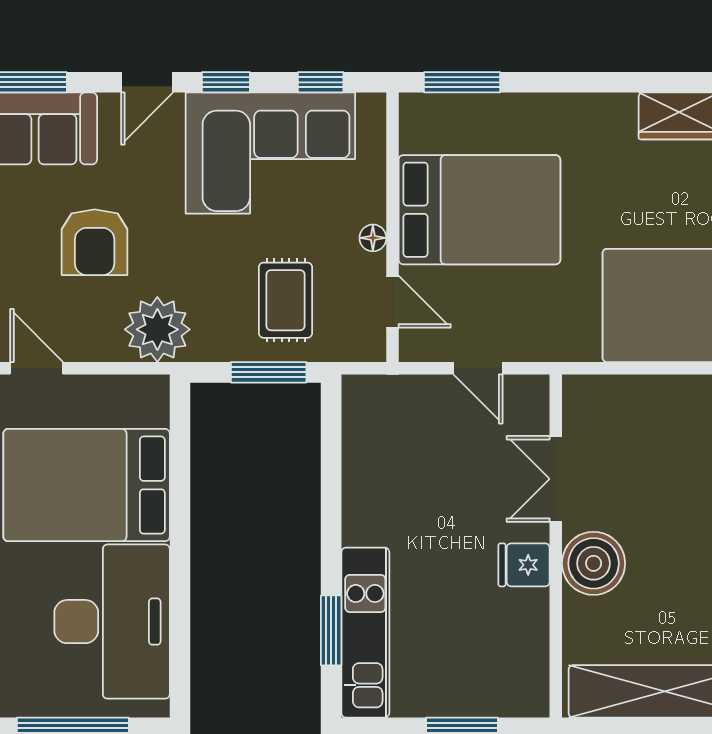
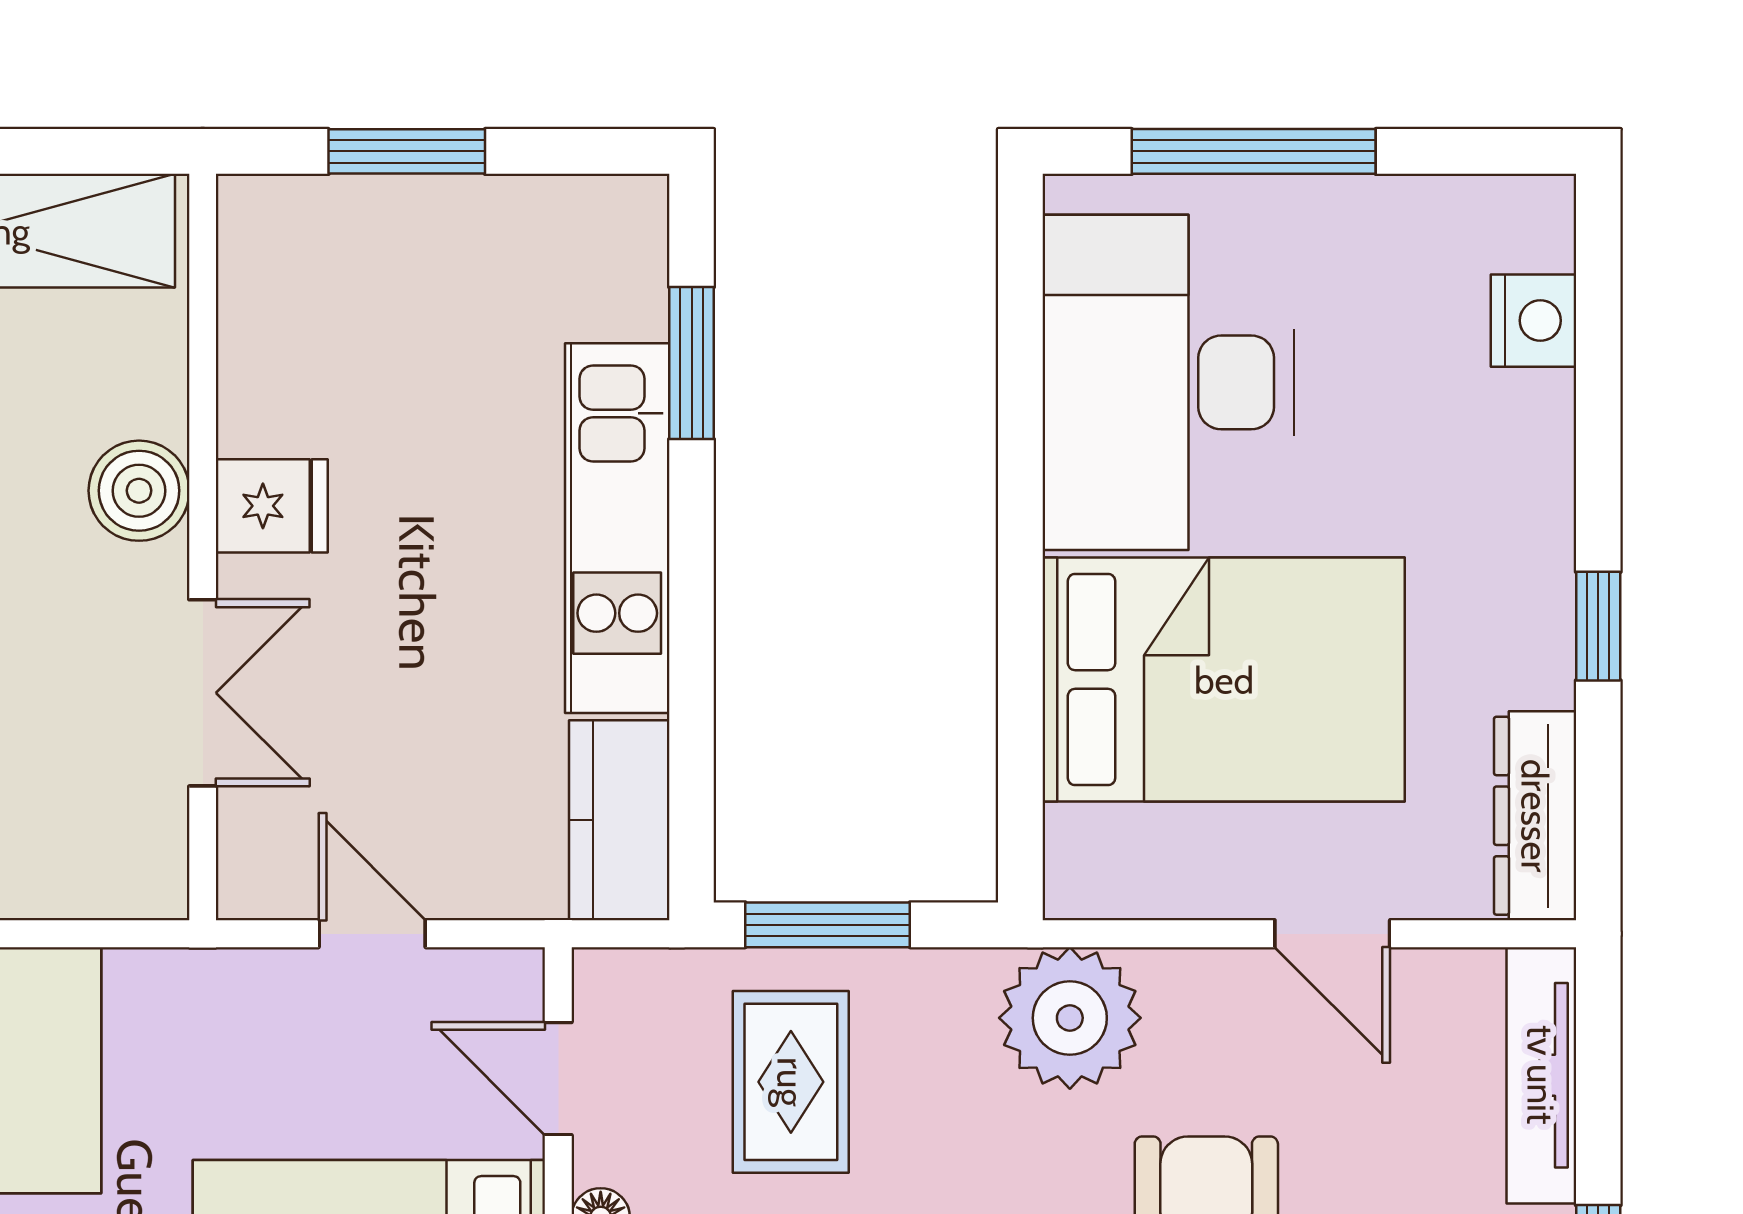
kitchen counter: (364, 420) -> (619, 820), added
boiler: (594, 563) -> (139, 491), width x0.73, depth x0.73
kitchen unit: (365, 633) -> (617, 528), moved

